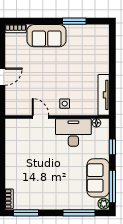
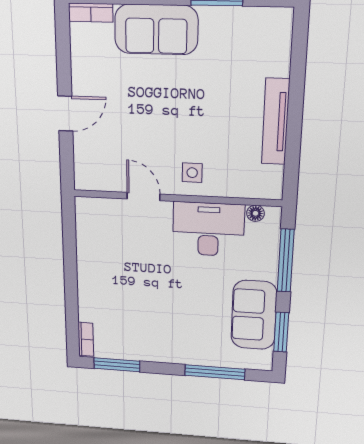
tv unit: (104, 95) -> (275, 122), moved
window: (112, 147) -> (286, 261), width x2.17
window: (112, 186) -> (281, 332), width x0.69
plant: (104, 204) -> (262, 360), removed

